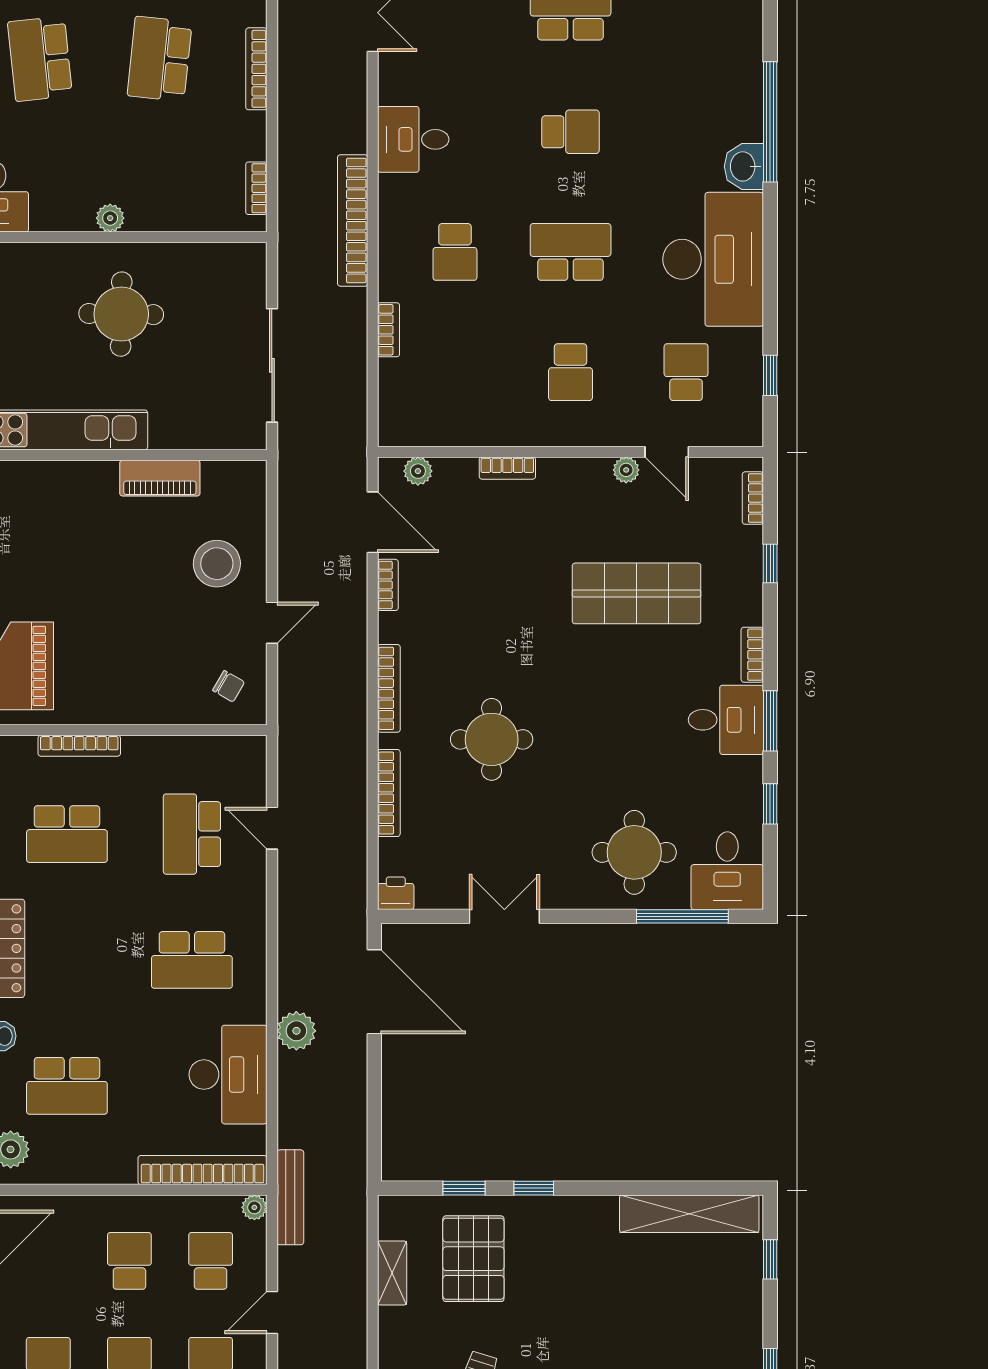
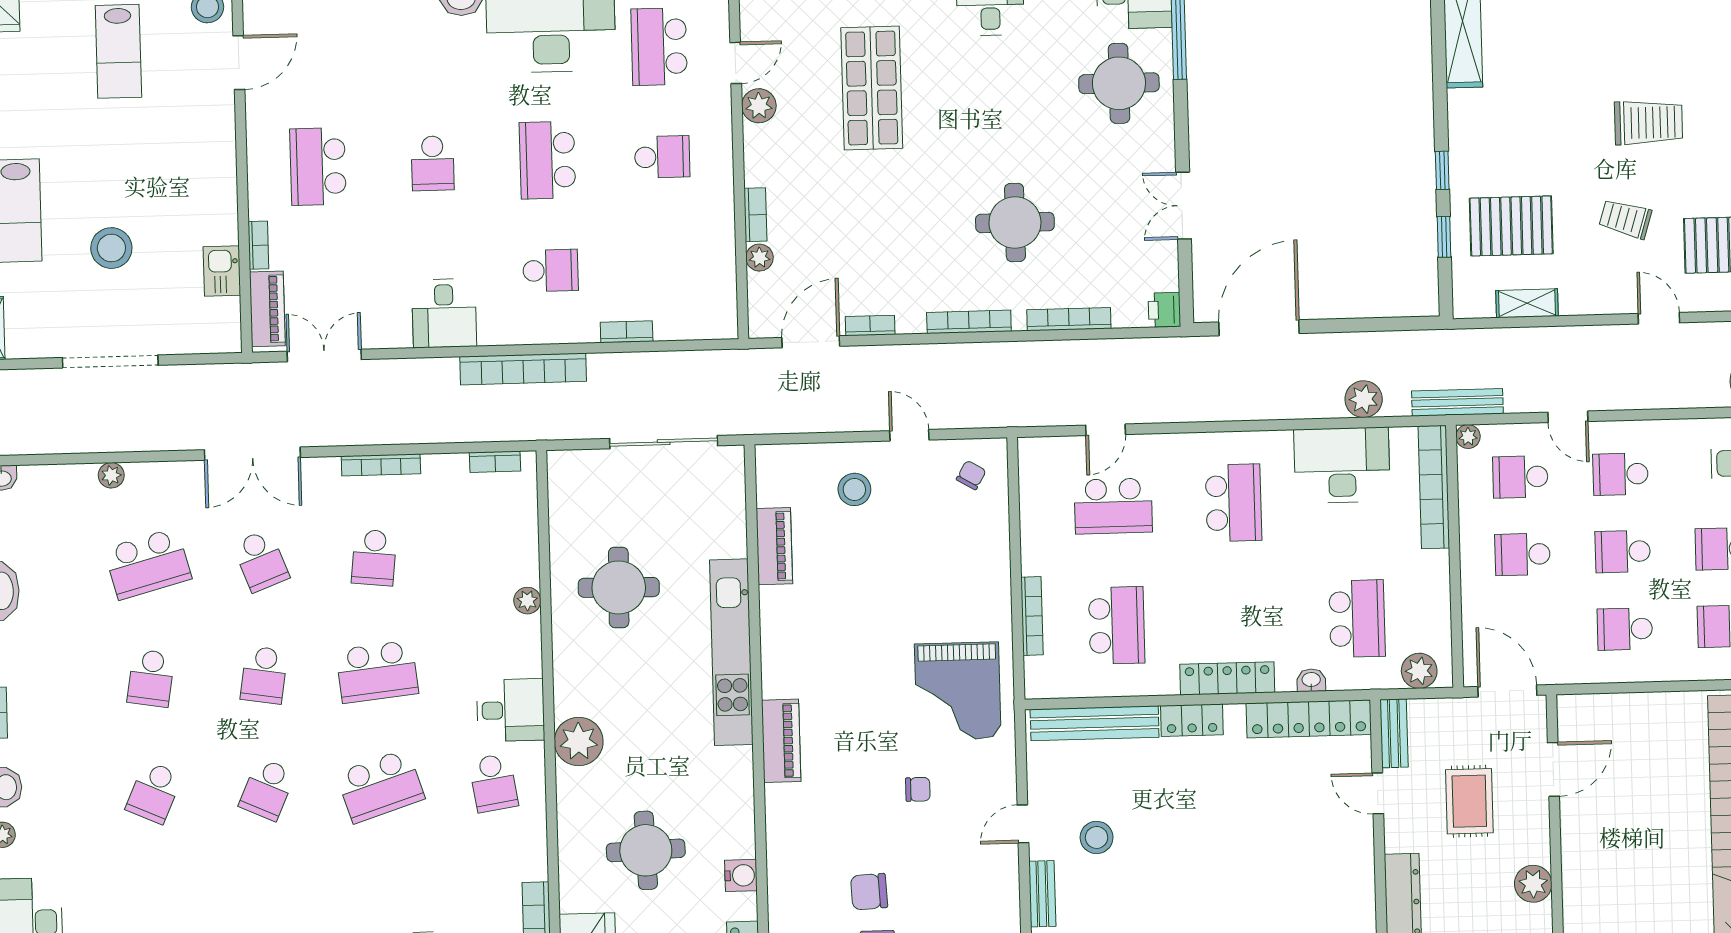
school desk: (160, 59) -> (374, 558), width x0.54
school desk: (571, 132) -> (433, 163), turned 180
school desk: (686, 372) -> (659, 47), width x1.85
plant: (626, 470) -> (759, 106), width x1.38, depth x1.38
plant: (418, 471) -> (759, 258), moved
stool: (217, 564) -> (854, 489), width x0.73, depth x0.73
plant: (296, 1031) -> (1364, 399), moved

